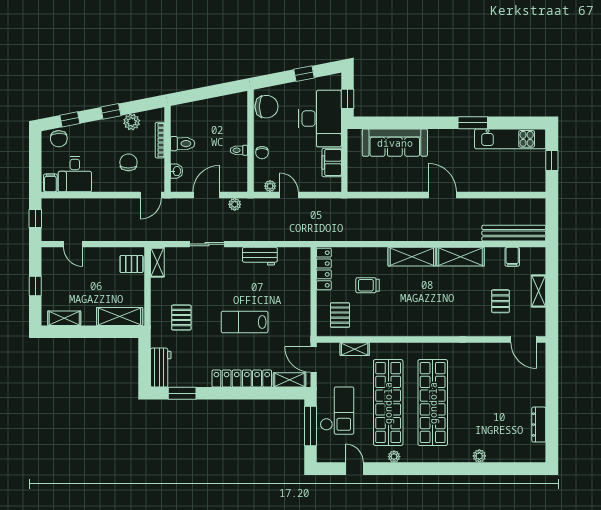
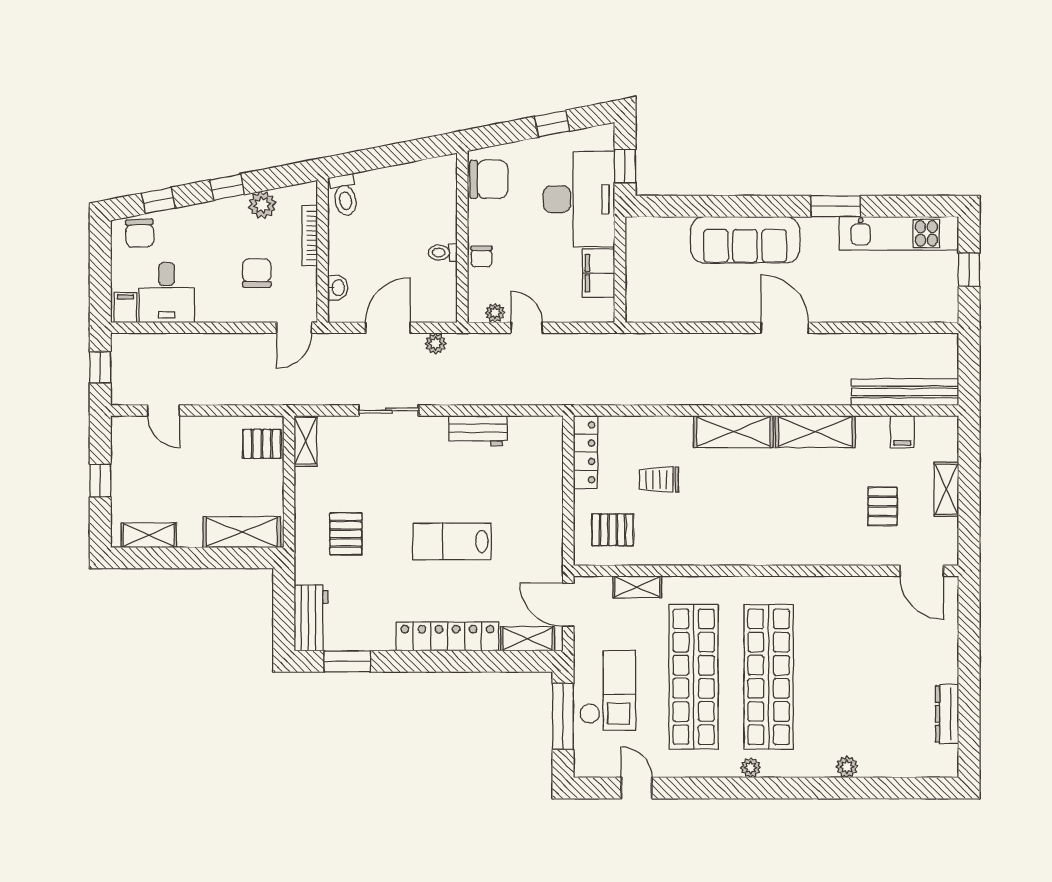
sofa: (395, 143) -> (745, 240), moved
toilet: (183, 144) -> (344, 195), moved, turned 79
pallet: (340, 315) -> (613, 530), turned 90
plant: (394, 457) -> (751, 768), moved

